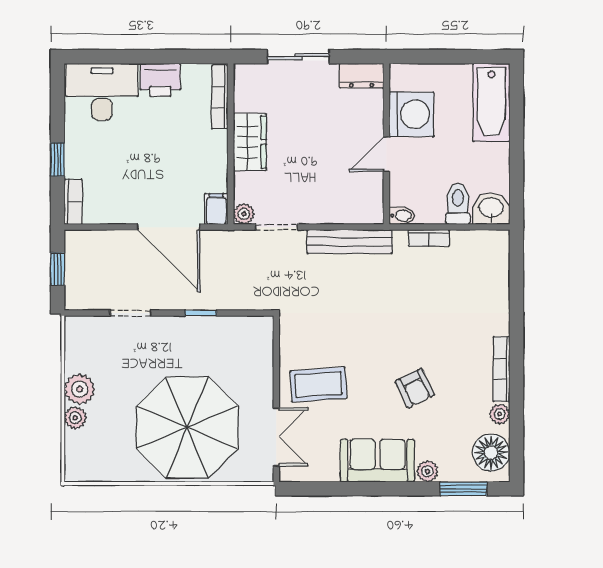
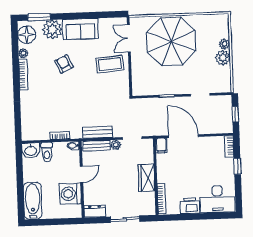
plant: (244, 214) -> (116, 145), moved
bench: (353, 214) -> (97, 146), added
bench: (349, 242) -> (98, 132), width x0.73
plant: (427, 471) -> (52, 29), width x1.87, depth x1.87

